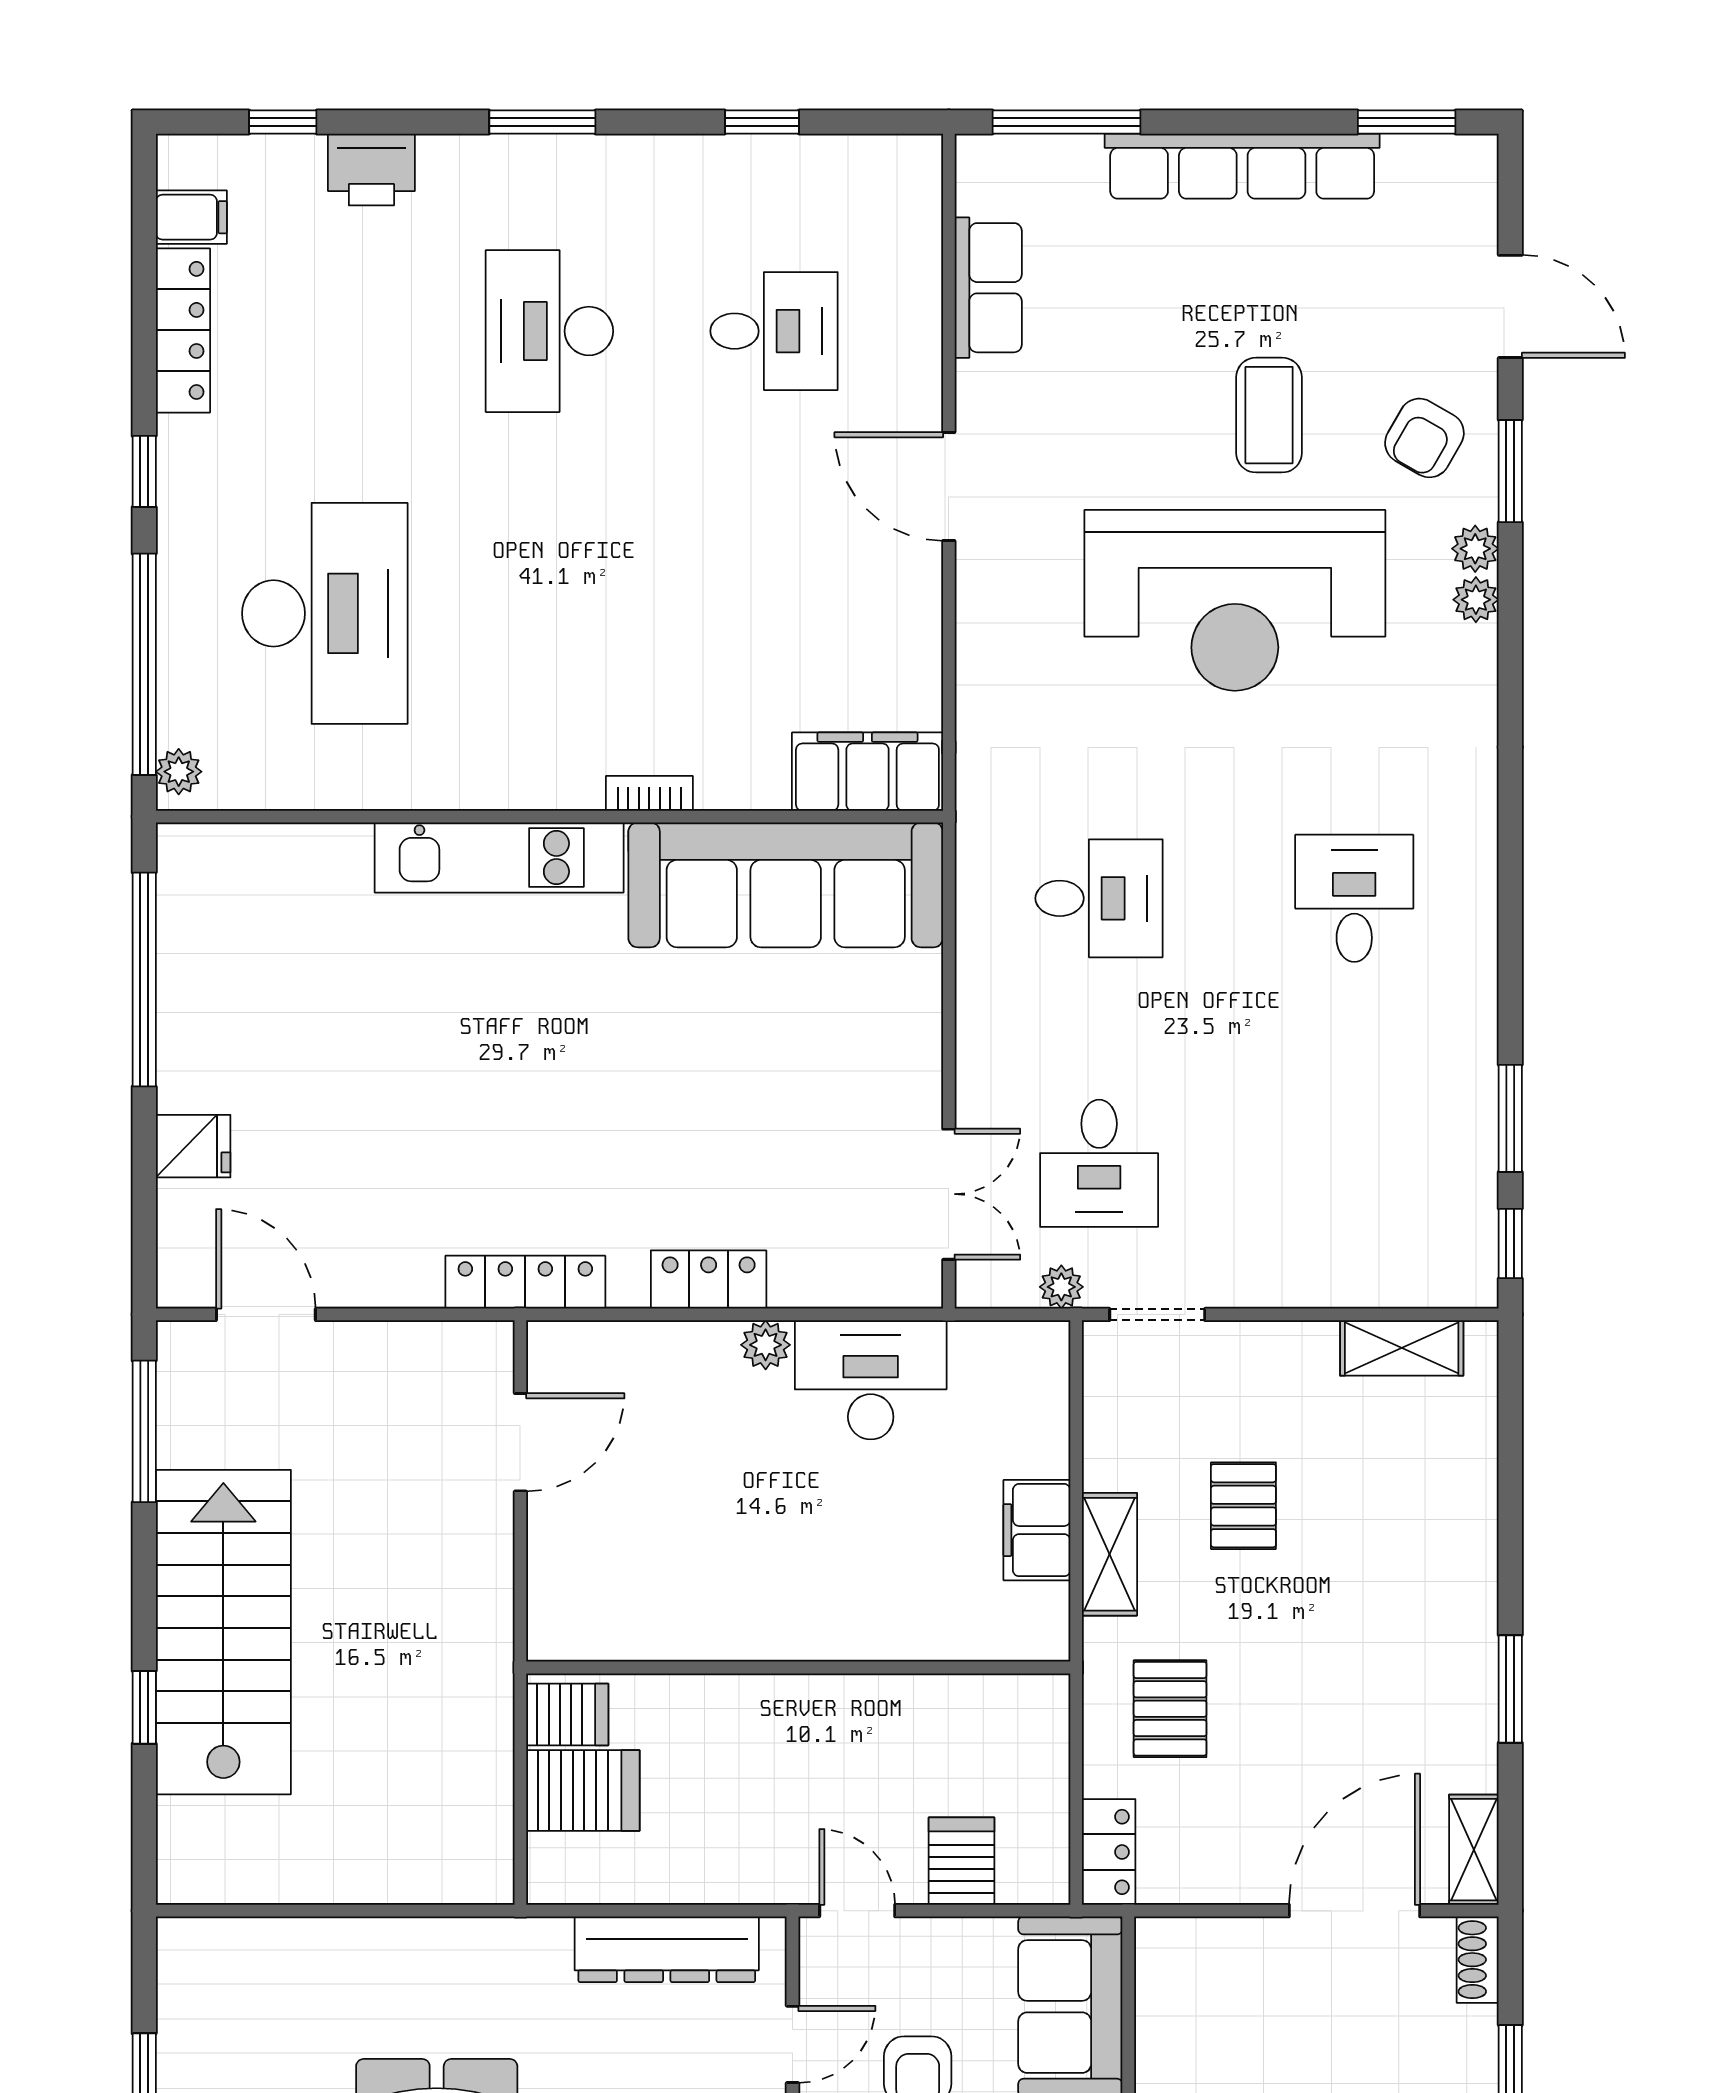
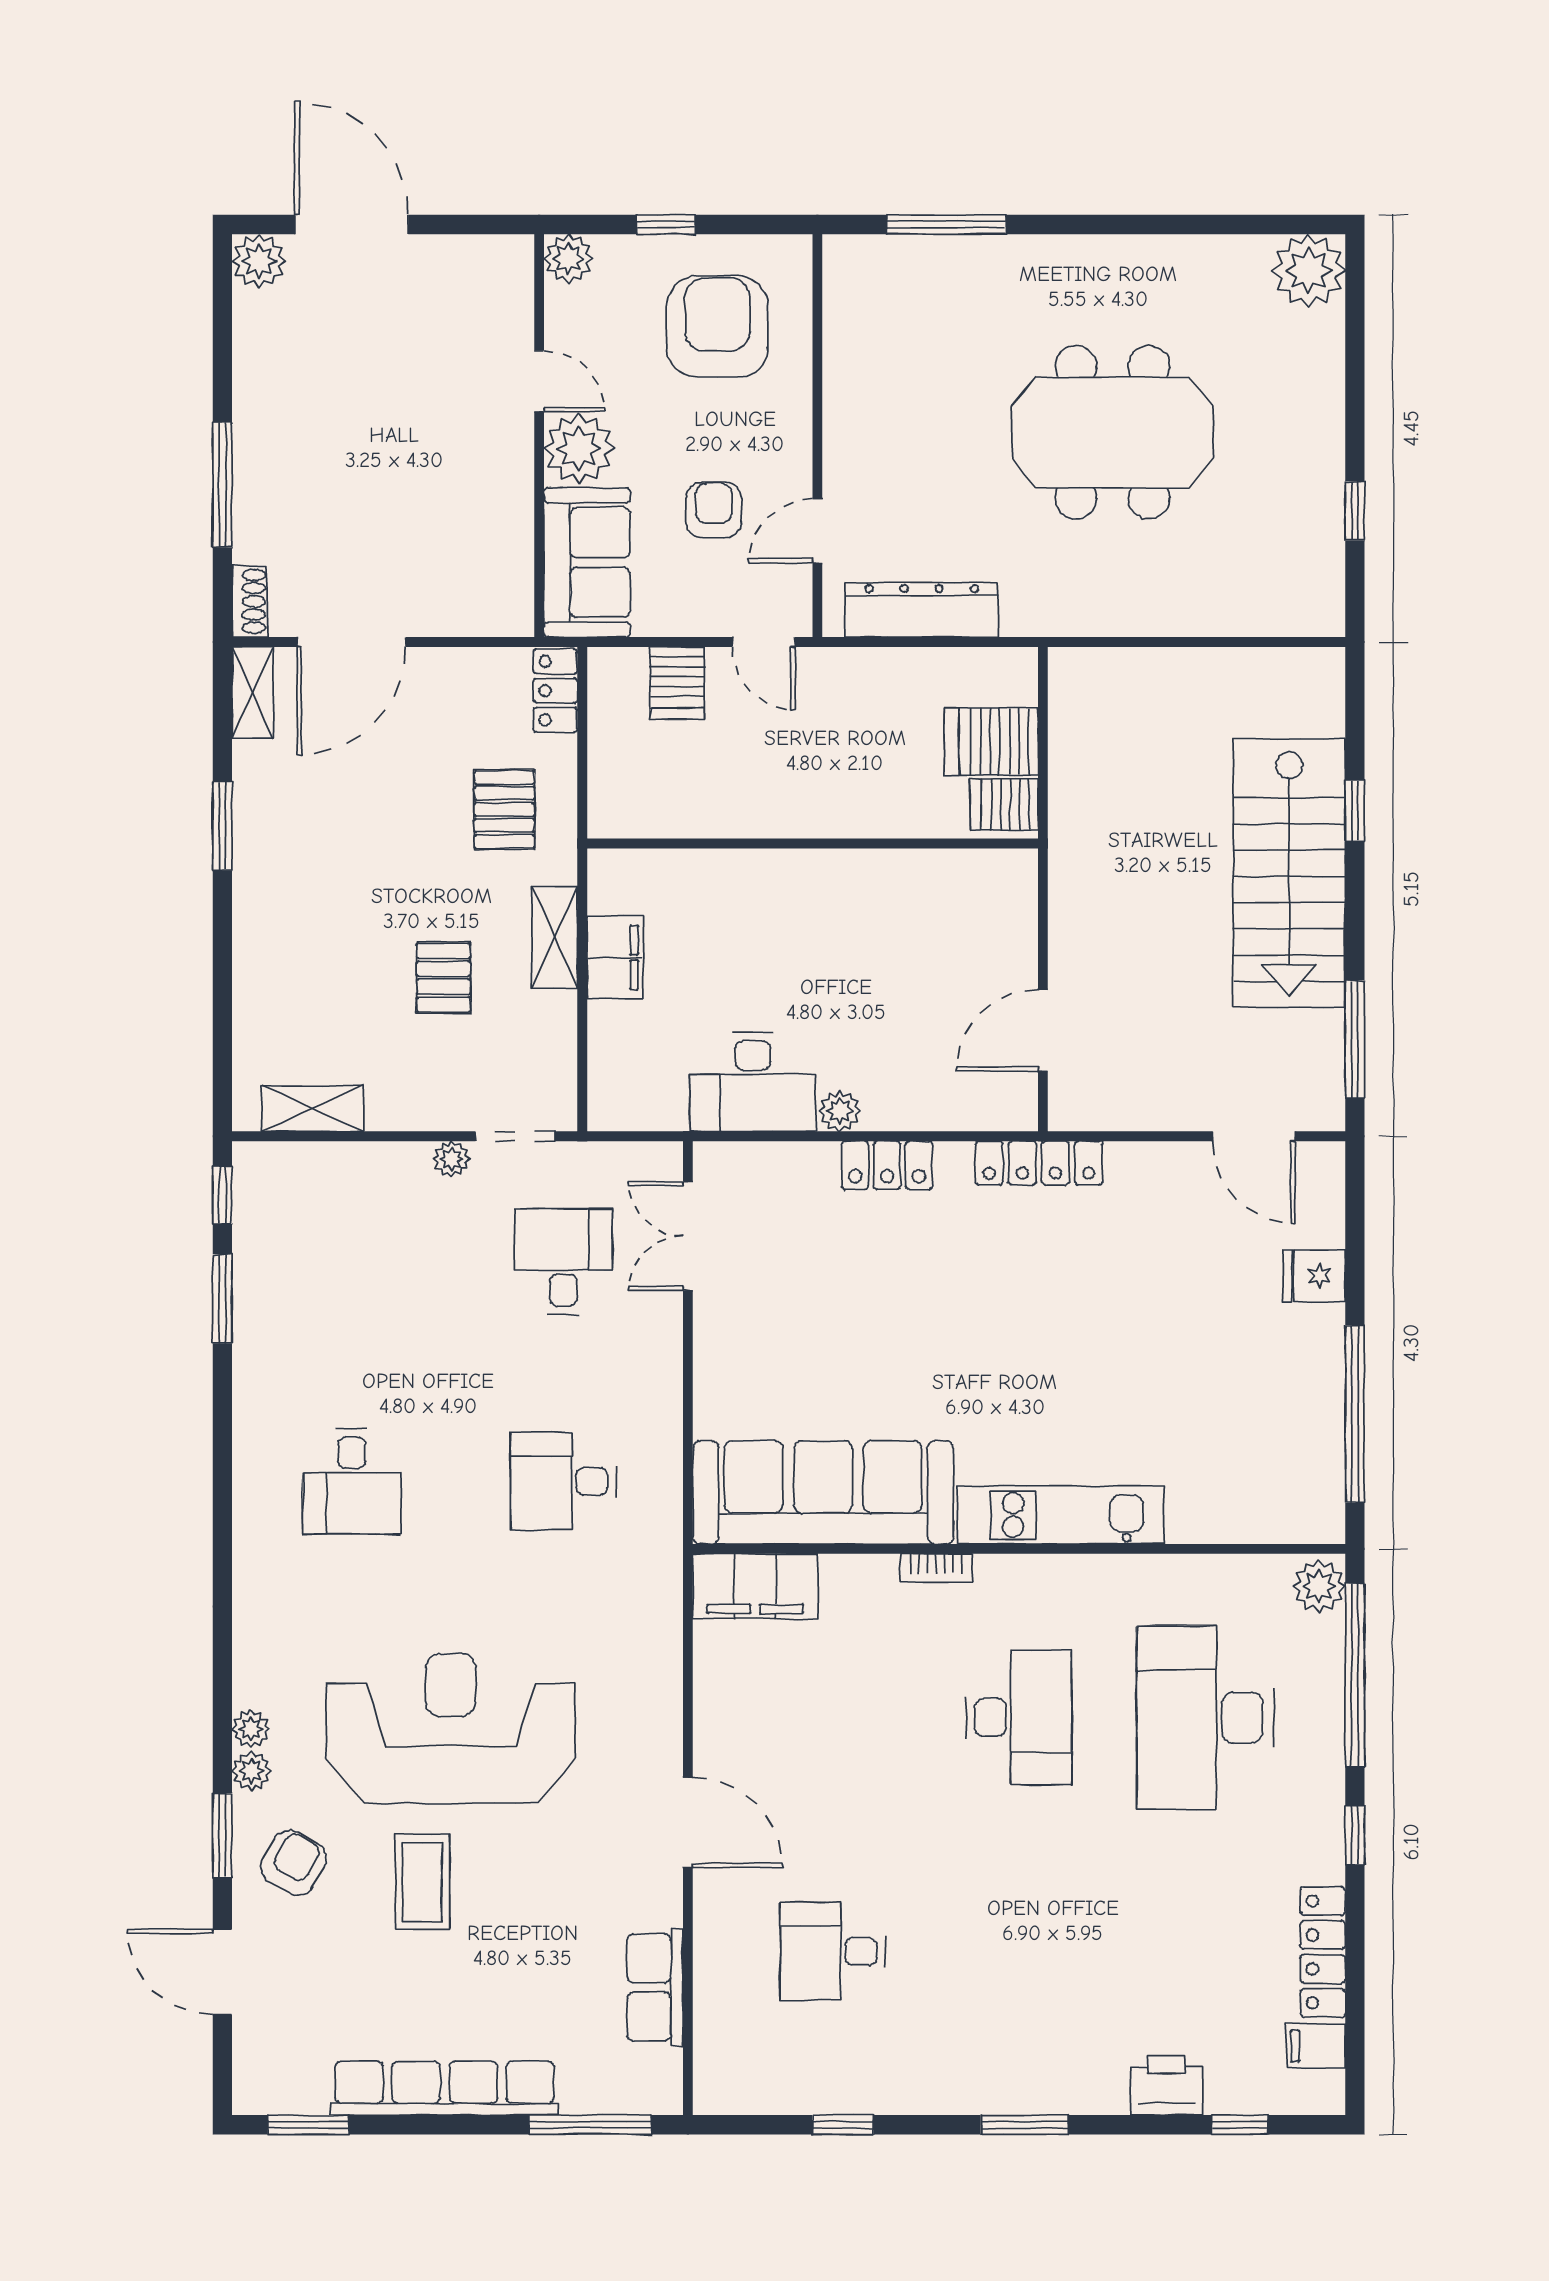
desk: (549, 331) -> (1019, 1717), moved
plant: (179, 772) -> (1319, 1586), width x1.38, depth x1.38
plant: (1061, 1287) -> (451, 1159), moved

